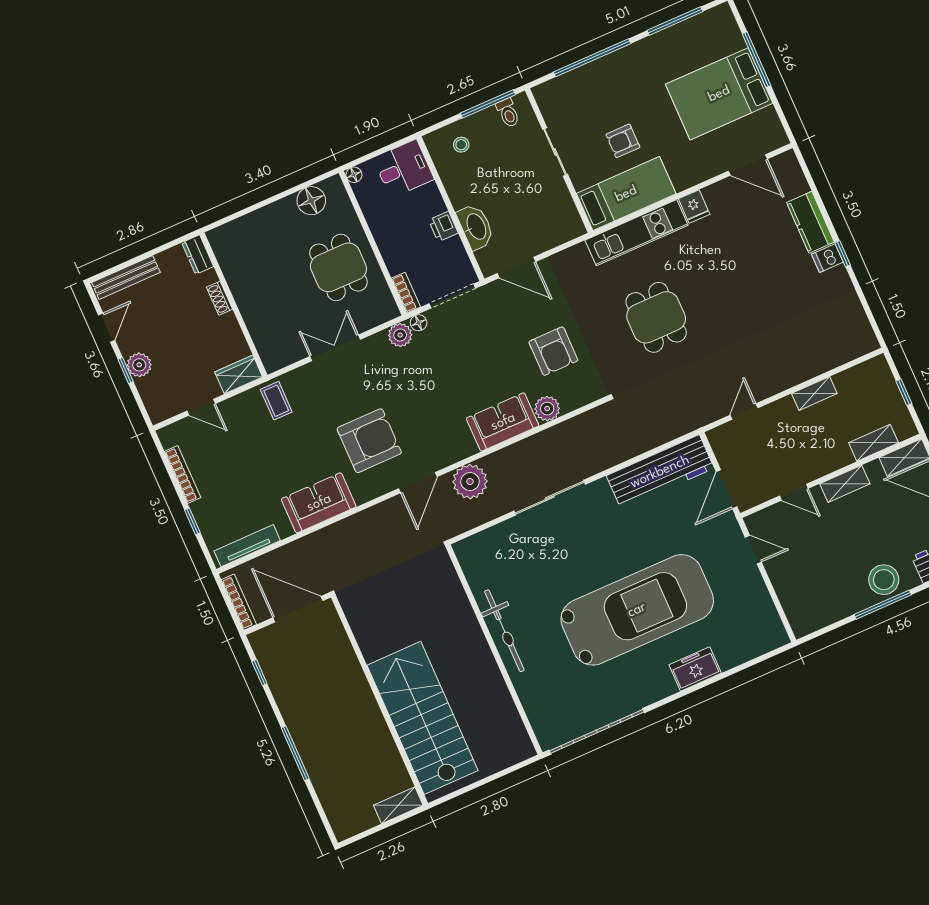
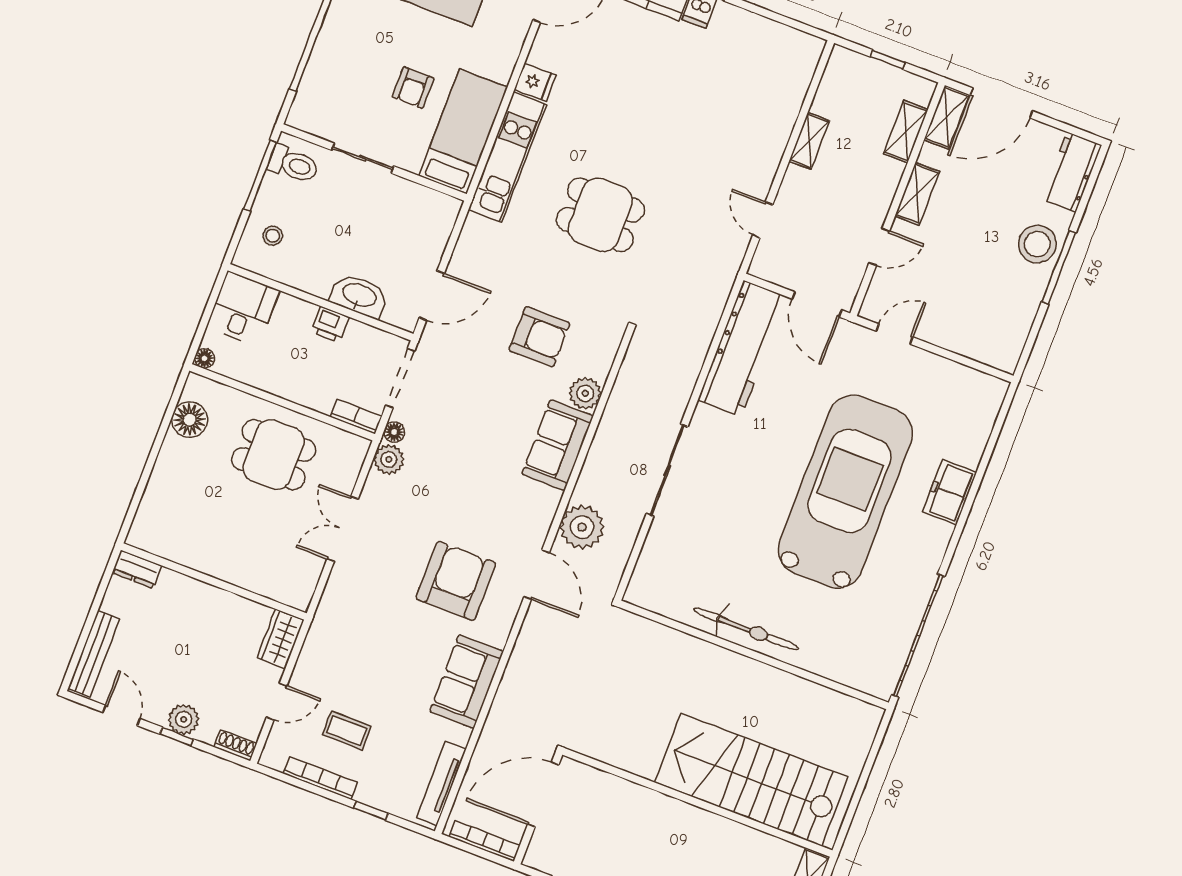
toilet: (508, 113) -> (293, 164), width x1.37, depth x1.39
shoe rack: (220, 298) -> (236, 745), moved, turned 180
coffee table: (276, 401) -> (347, 730), moved

